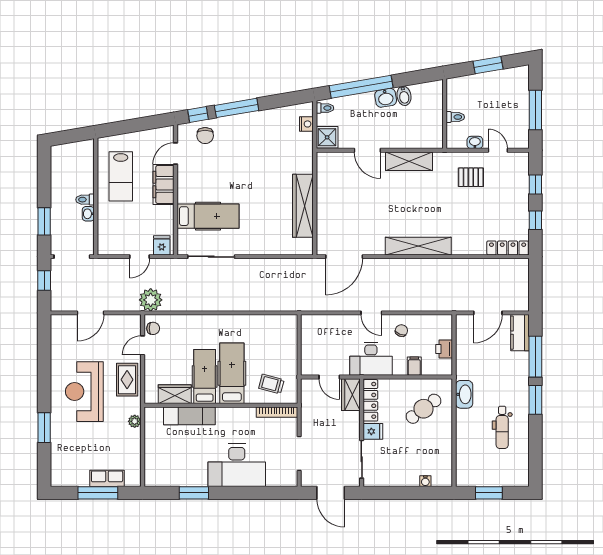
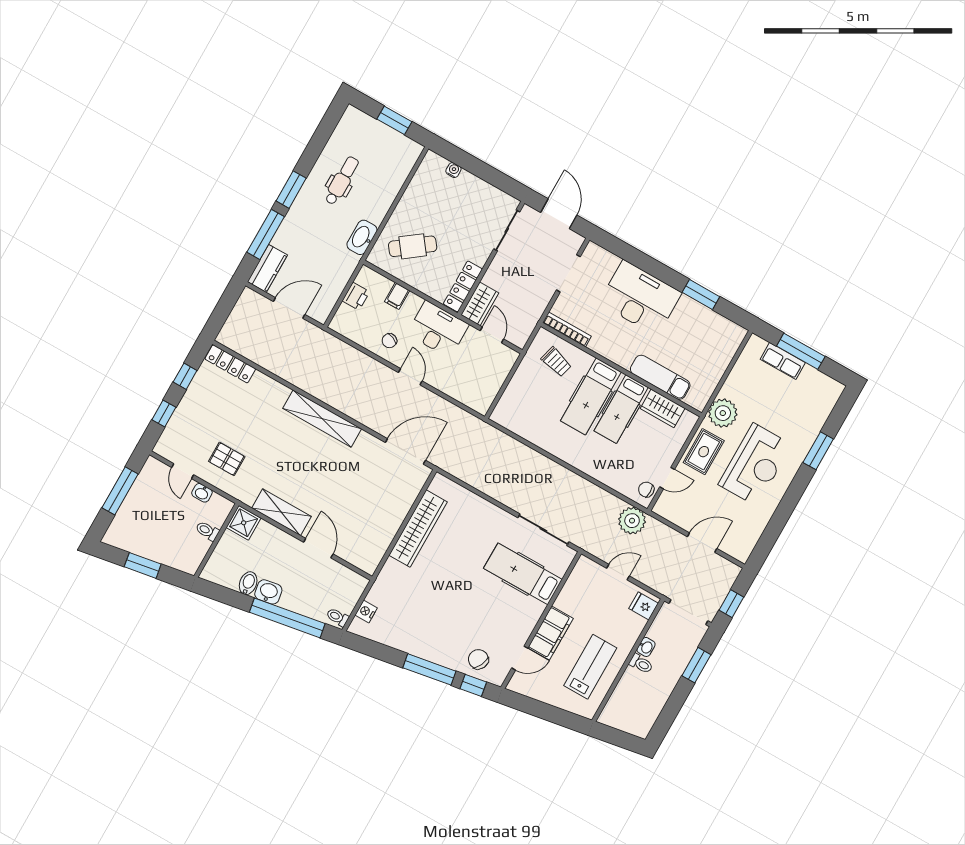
chair: (205, 136) -> (478, 659), turned -65
shower: (327, 137) -> (244, 523), moved
fridge: (162, 245) -> (644, 606), moved, turned 90
plant: (135, 421) -> (723, 413), width x1.88, depth x1.88
fridge: (373, 431) -> (479, 253), removed

